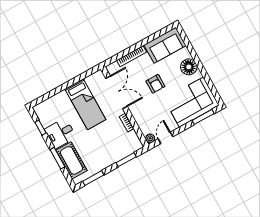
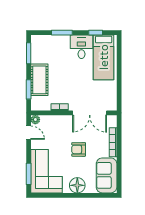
bed: (85, 104) -> (104, 57), moved, turned -90
cot: (71, 160) -> (39, 80), moved, turned 90

